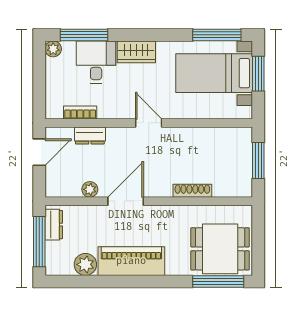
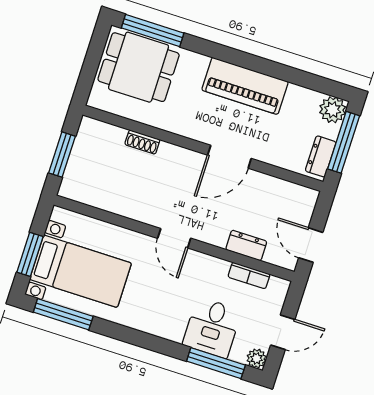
wardrobe: (136, 52) -> (162, 324), removed
door: (39, 76) -> (283, 332), added
door: (39, 152) -> (311, 245), hinge flipped
plant: (90, 189) -> (266, 184), removed
shoe rack: (192, 191) -> (142, 142), width x0.70
plant: (85, 264) -> (333, 110), moved

